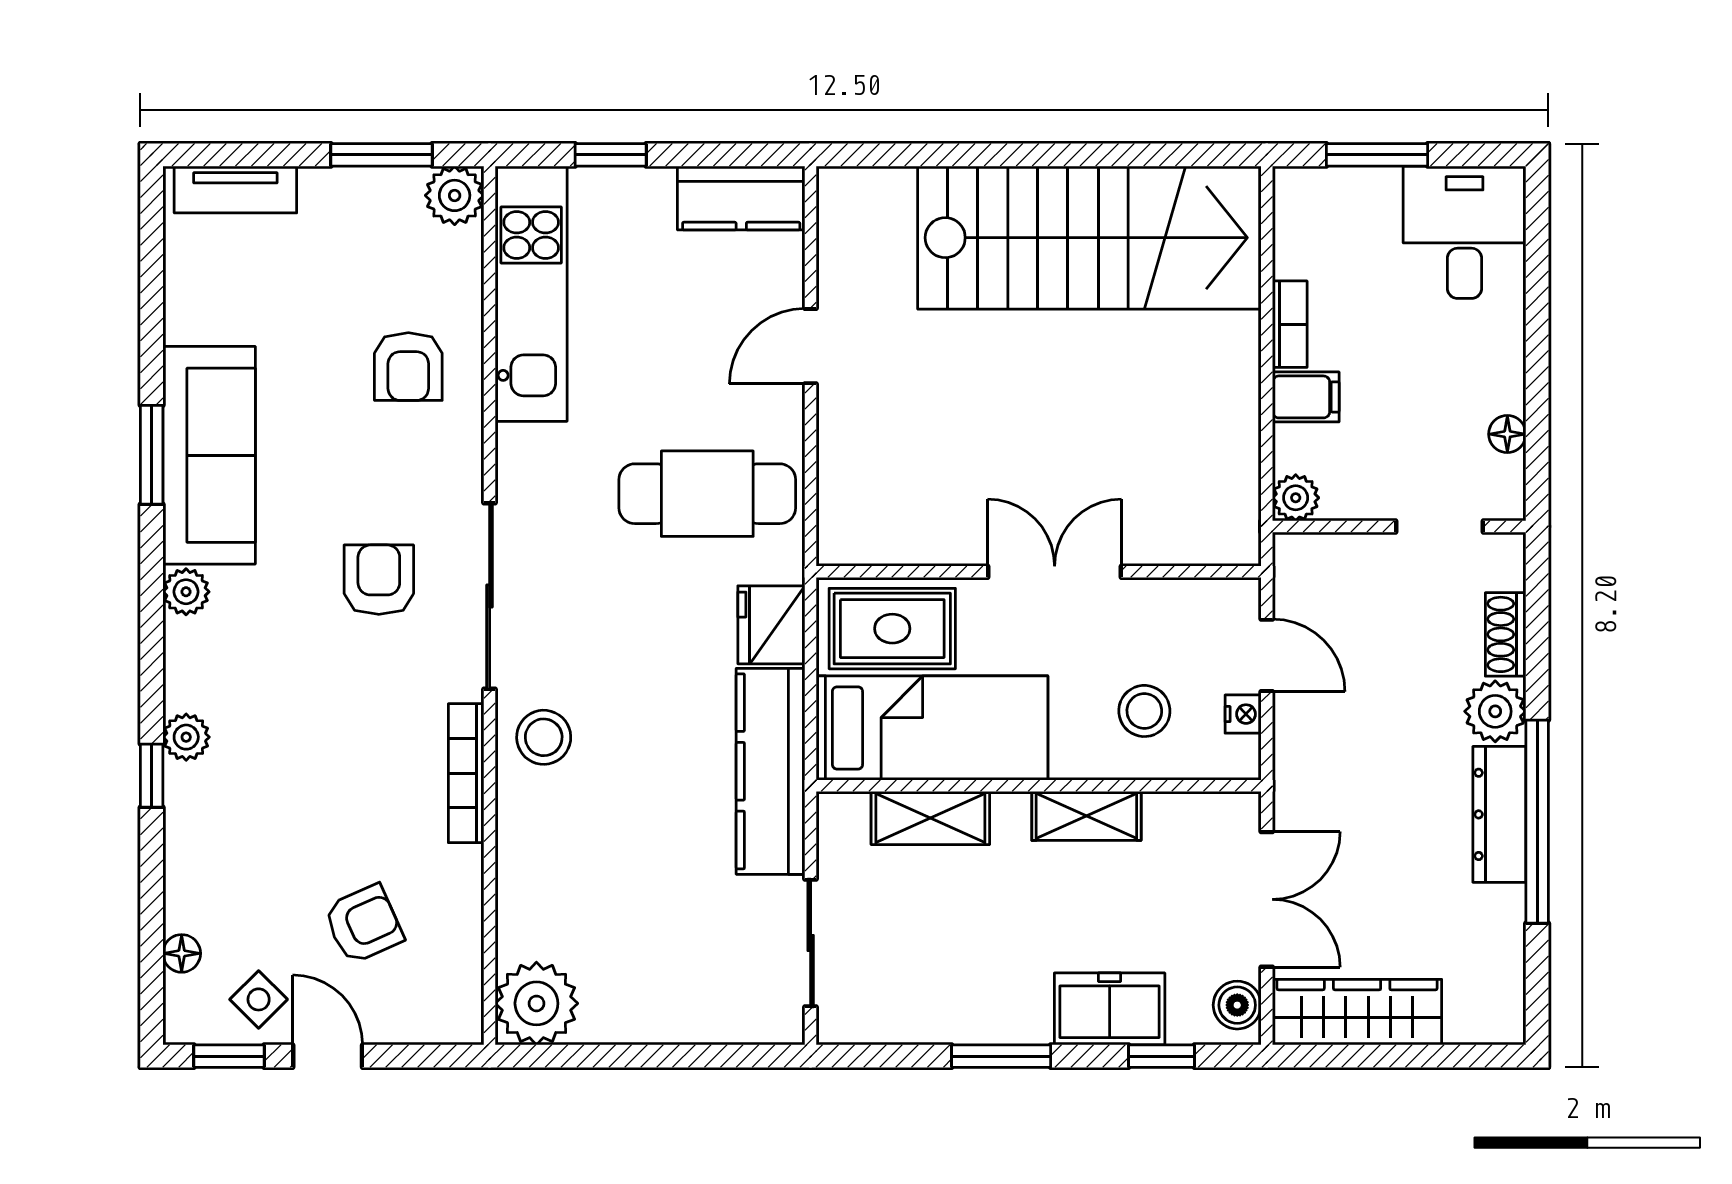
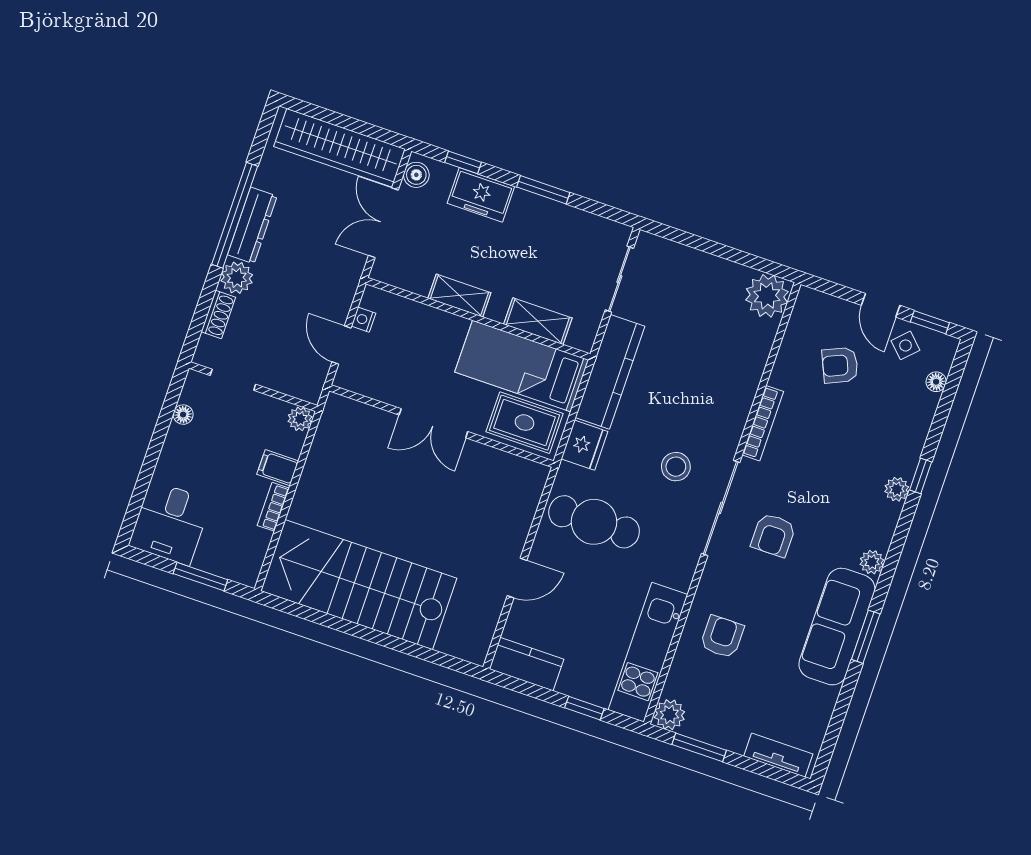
stool: (1144, 711) -> (412, 338), removed
stool: (544, 737) -> (676, 467), moved
wardrobe: (1357, 1012) -> (340, 148), width x1.40, depth x1.17

